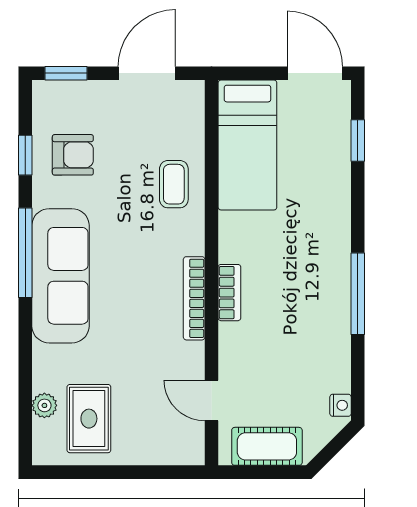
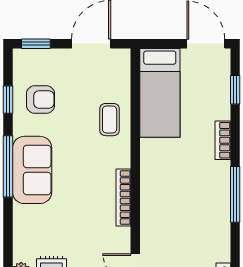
sofa: (61, 276) -> (32, 170), width x0.73
bookcase: (229, 293) -> (223, 140), moved, turned 180

